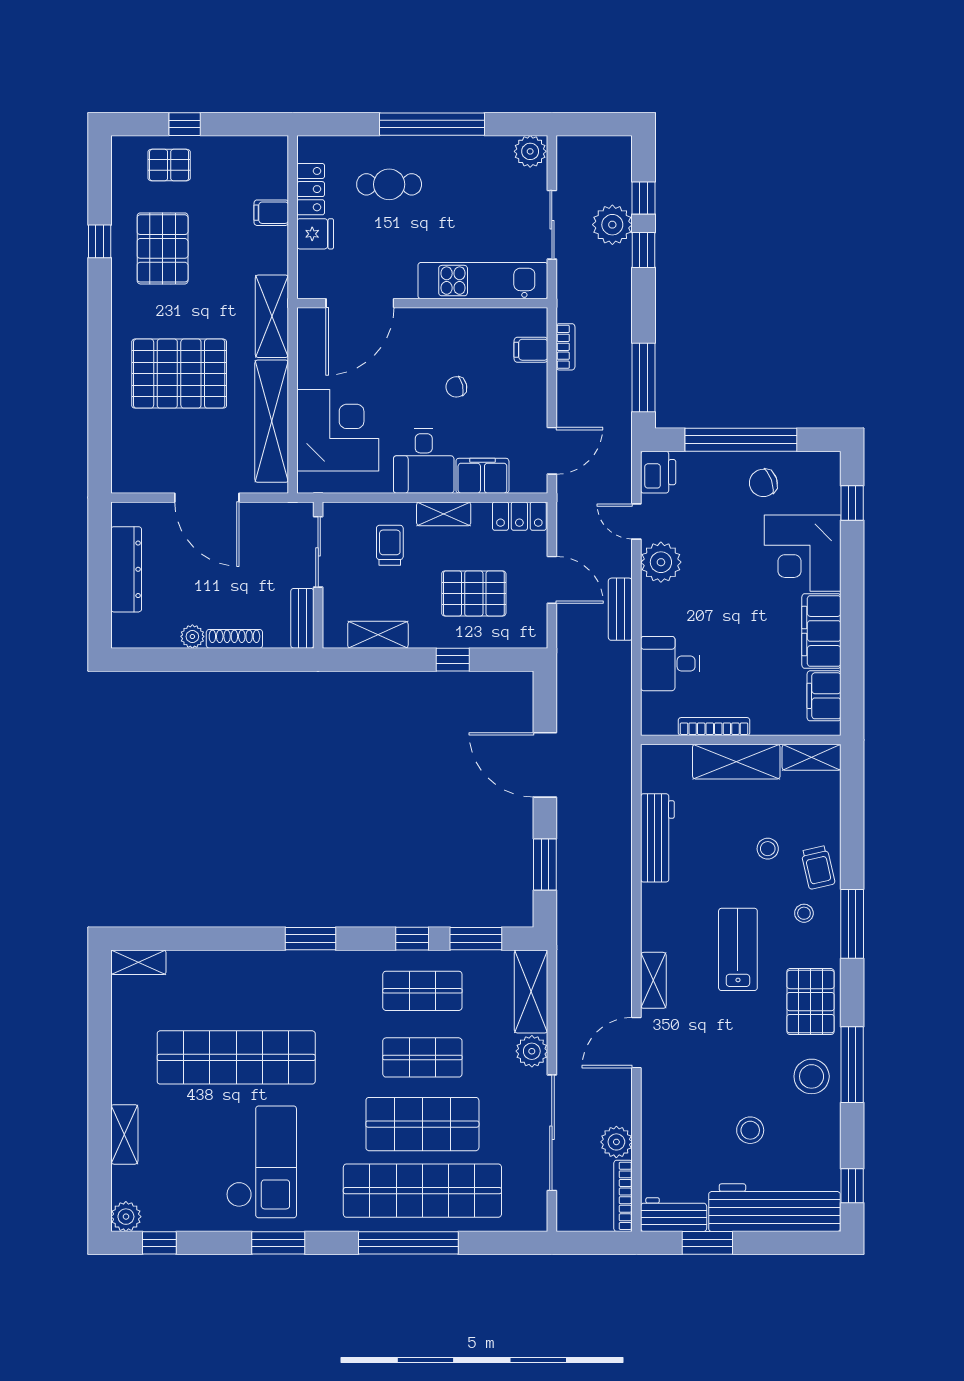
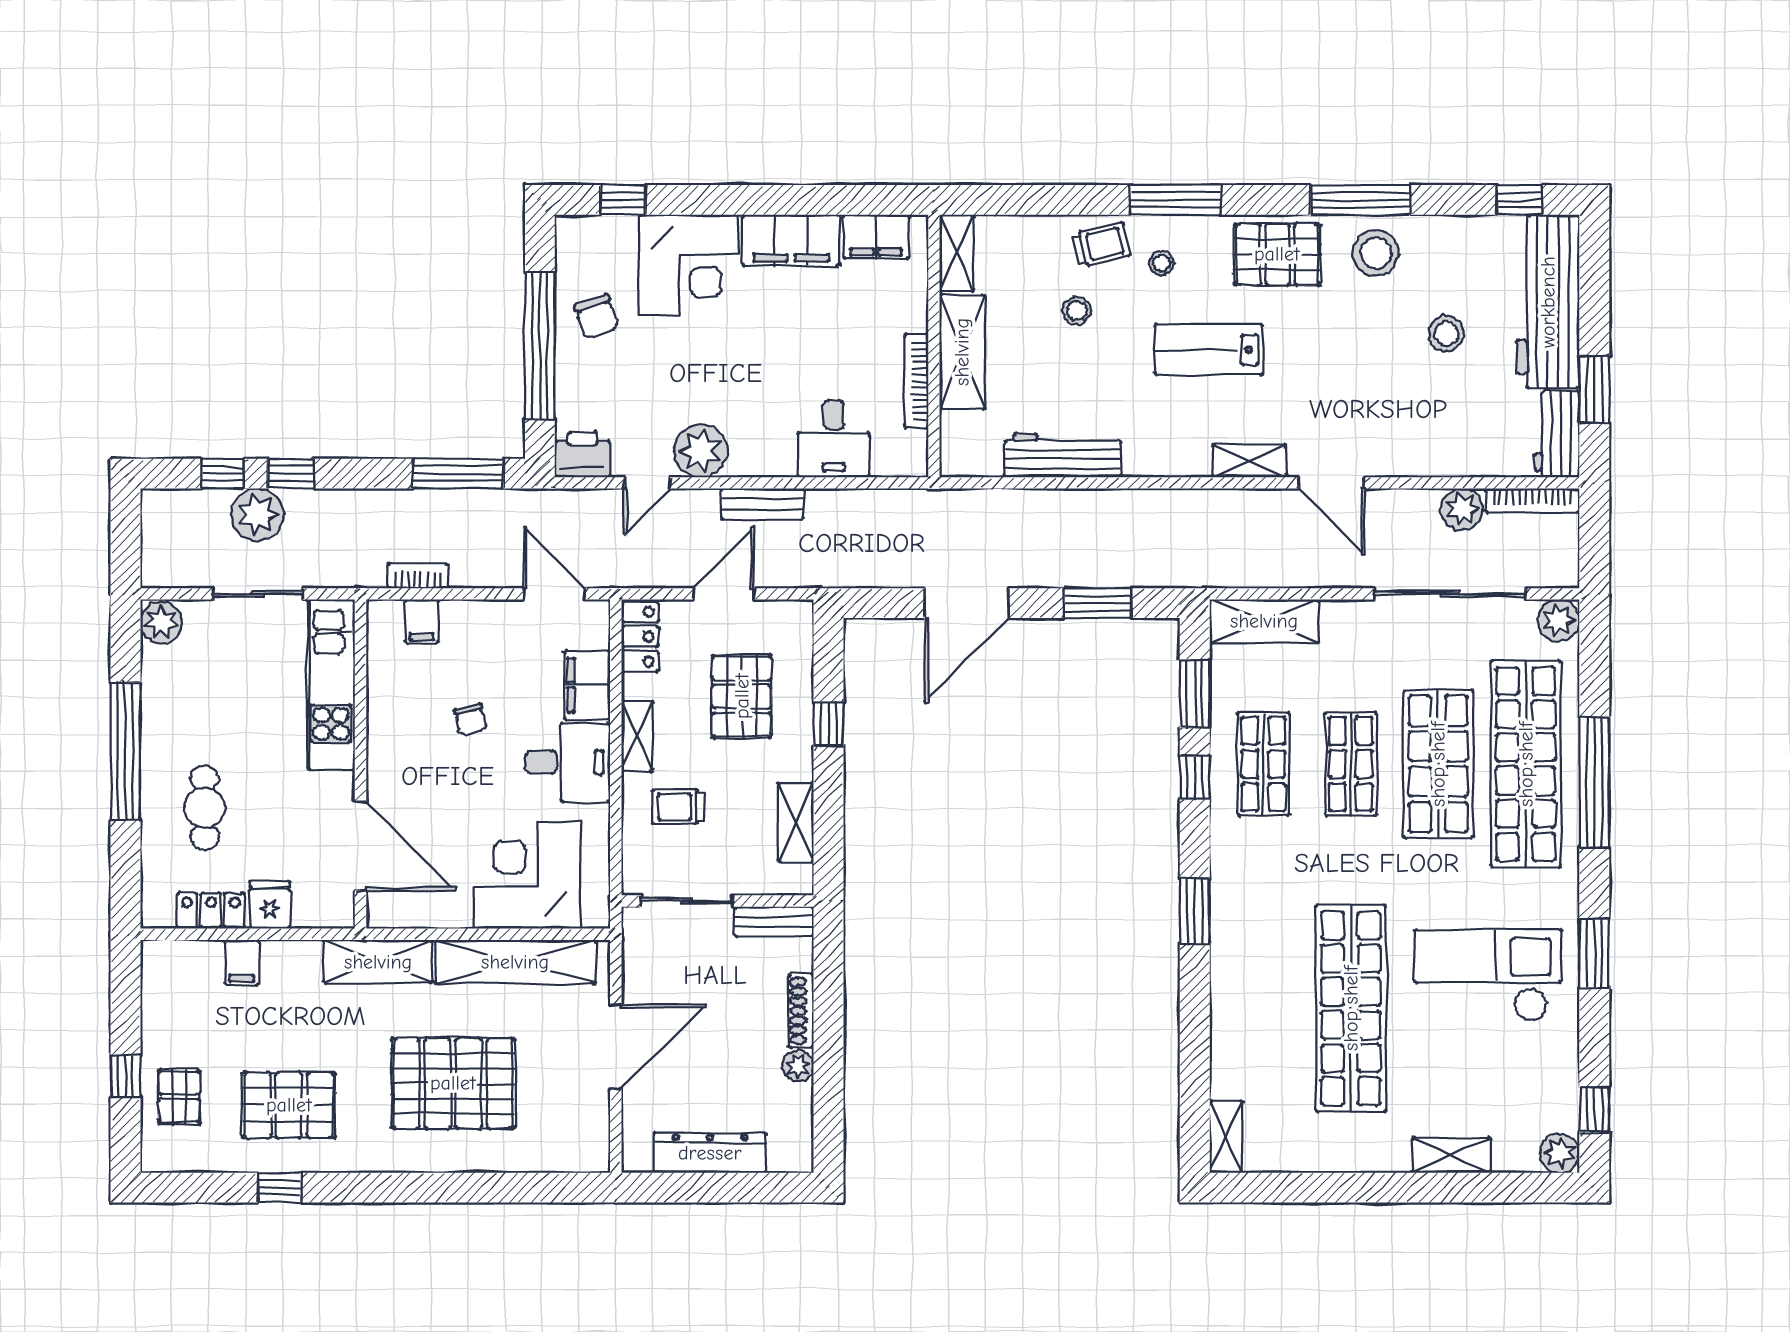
pallet: (179, 374) -> (453, 1083), turned 90
plant: (532, 1051) -> (1559, 620), moved

